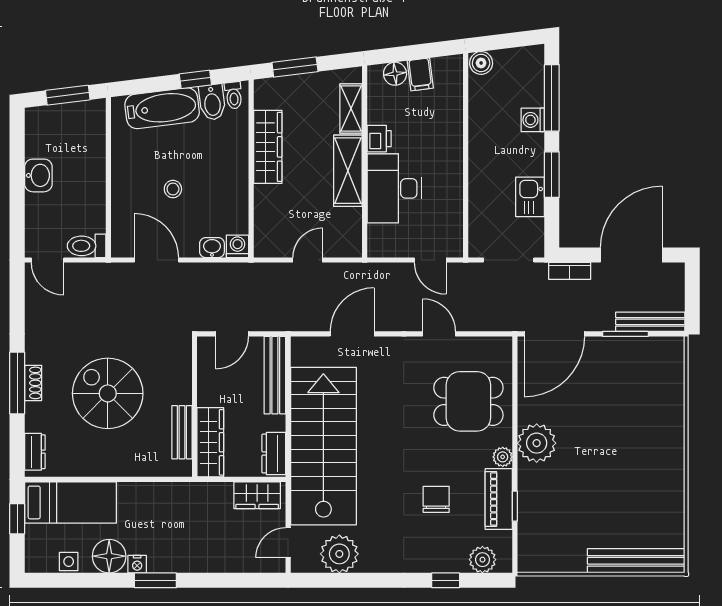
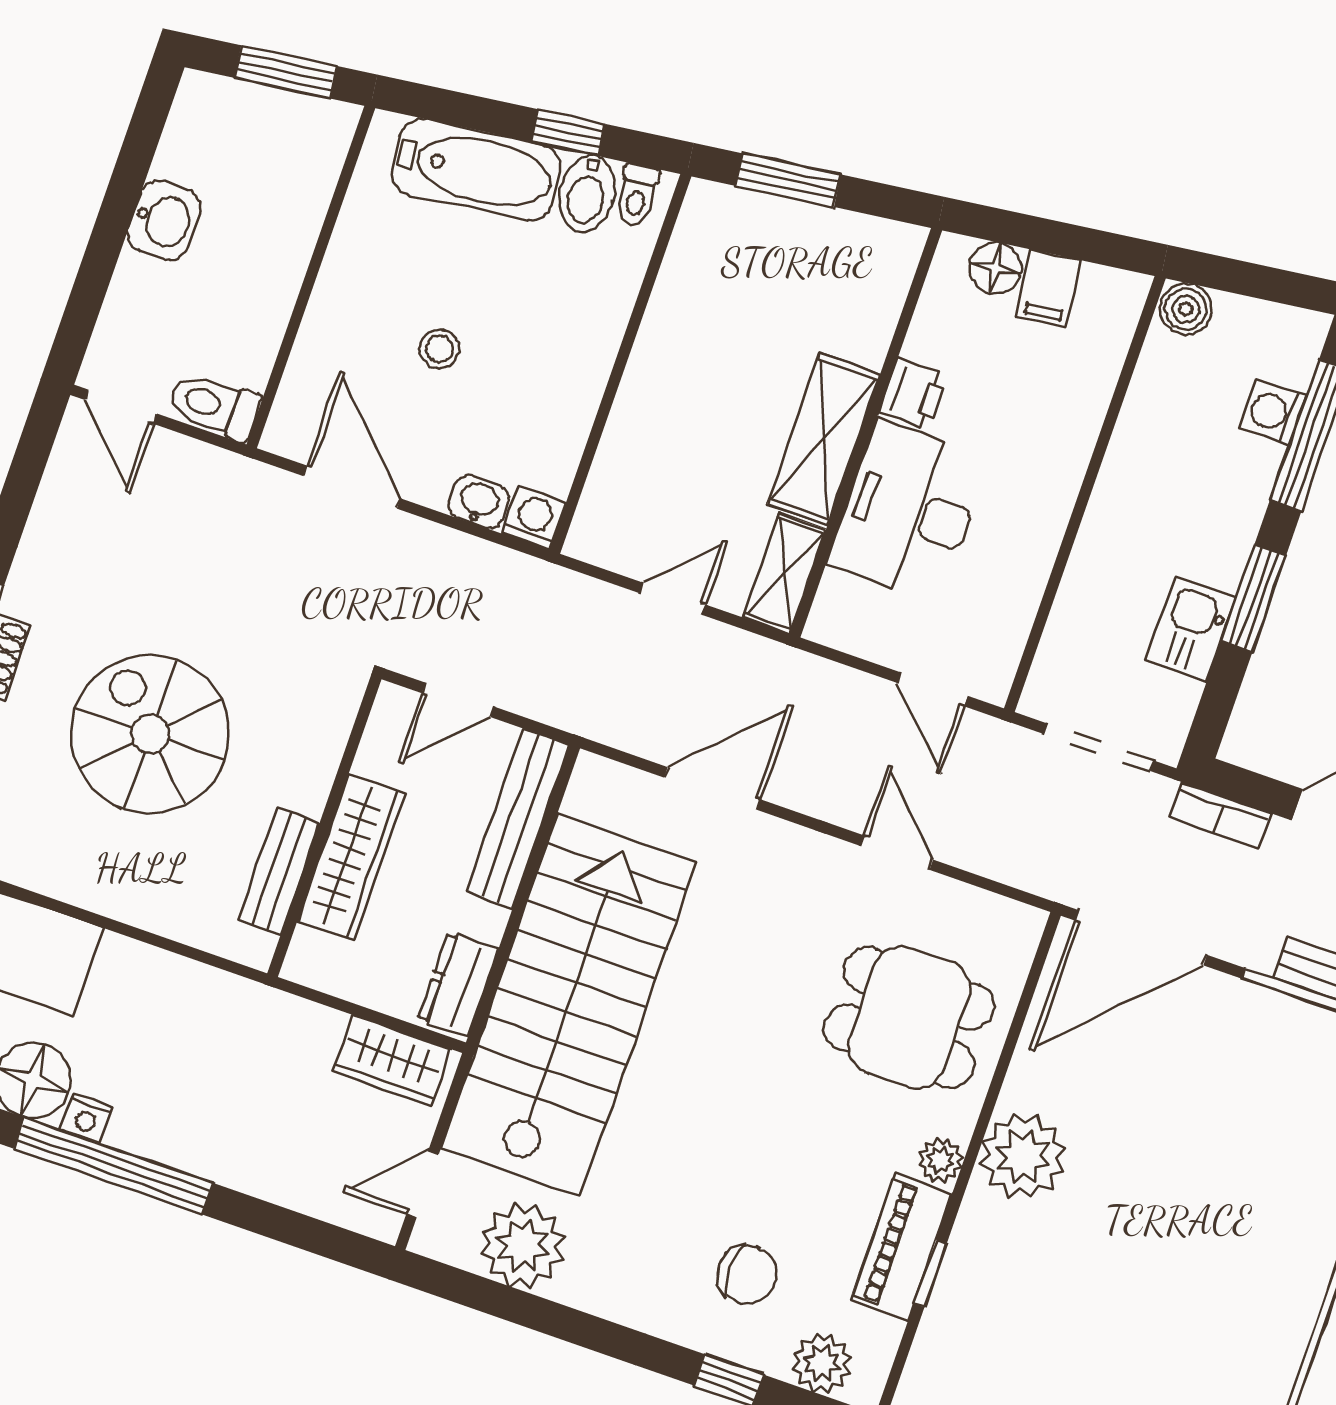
shelving: (351, 109) -> (785, 573), moved
washing machine: (533, 120) -> (1273, 412), moved
wardrobe: (268, 147) -> (672, 329), removed
wardrobe: (210, 442) -> (351, 857), moved
chair: (436, 499) -> (747, 1274), moved, turned 90
window: (155, 580) -> (113, 1166), width x2.11

